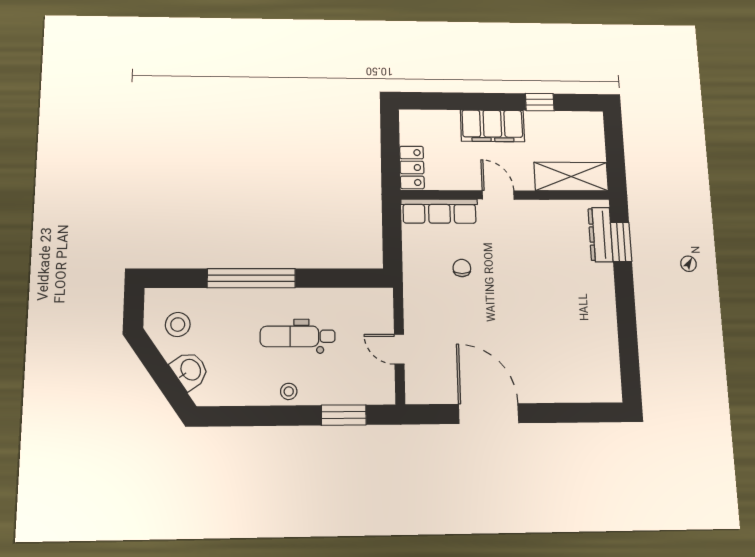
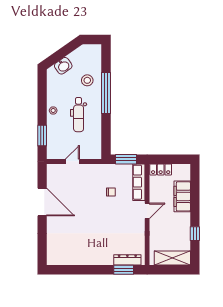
filing cabinet: (492, 126) -> (182, 196), moved
shelving: (571, 177) -> (172, 258), moved, turned 90
window: (392, 237) -> (126, 159), added
stool: (178, 325) -> (87, 80), moved
dental chair: (298, 336) -> (79, 115), turned 180
door: (489, 414) -> (42, 202), hinge flipped

